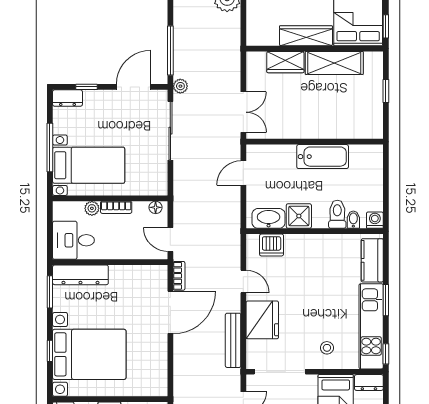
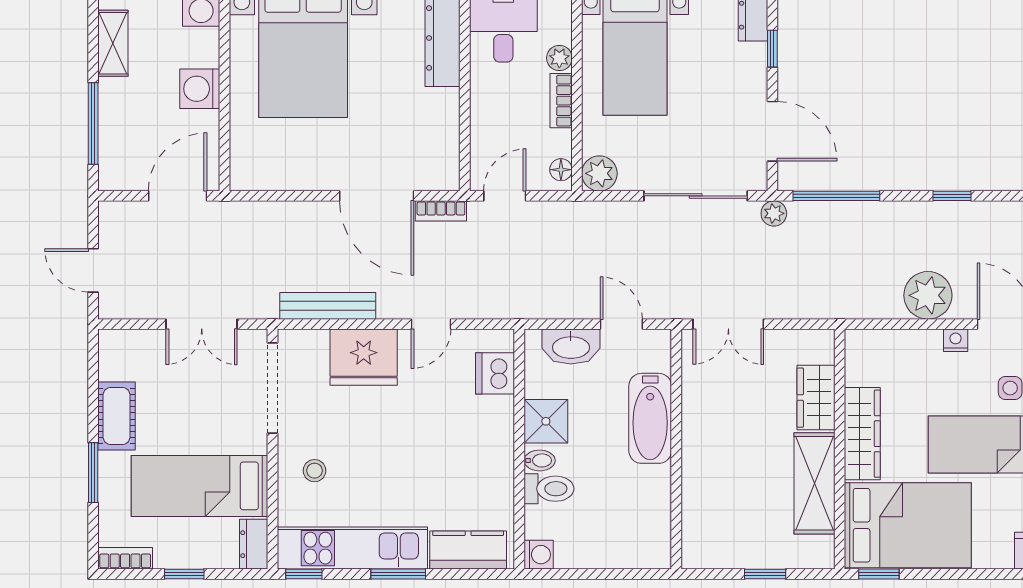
bathtub: (323, 157) -> (650, 418), moved
plant: (158, 186) -> (599, 173), added
washbasin: (269, 218) -> (571, 347), moved, turned 90
bidet: (353, 220) -> (540, 460), moved

